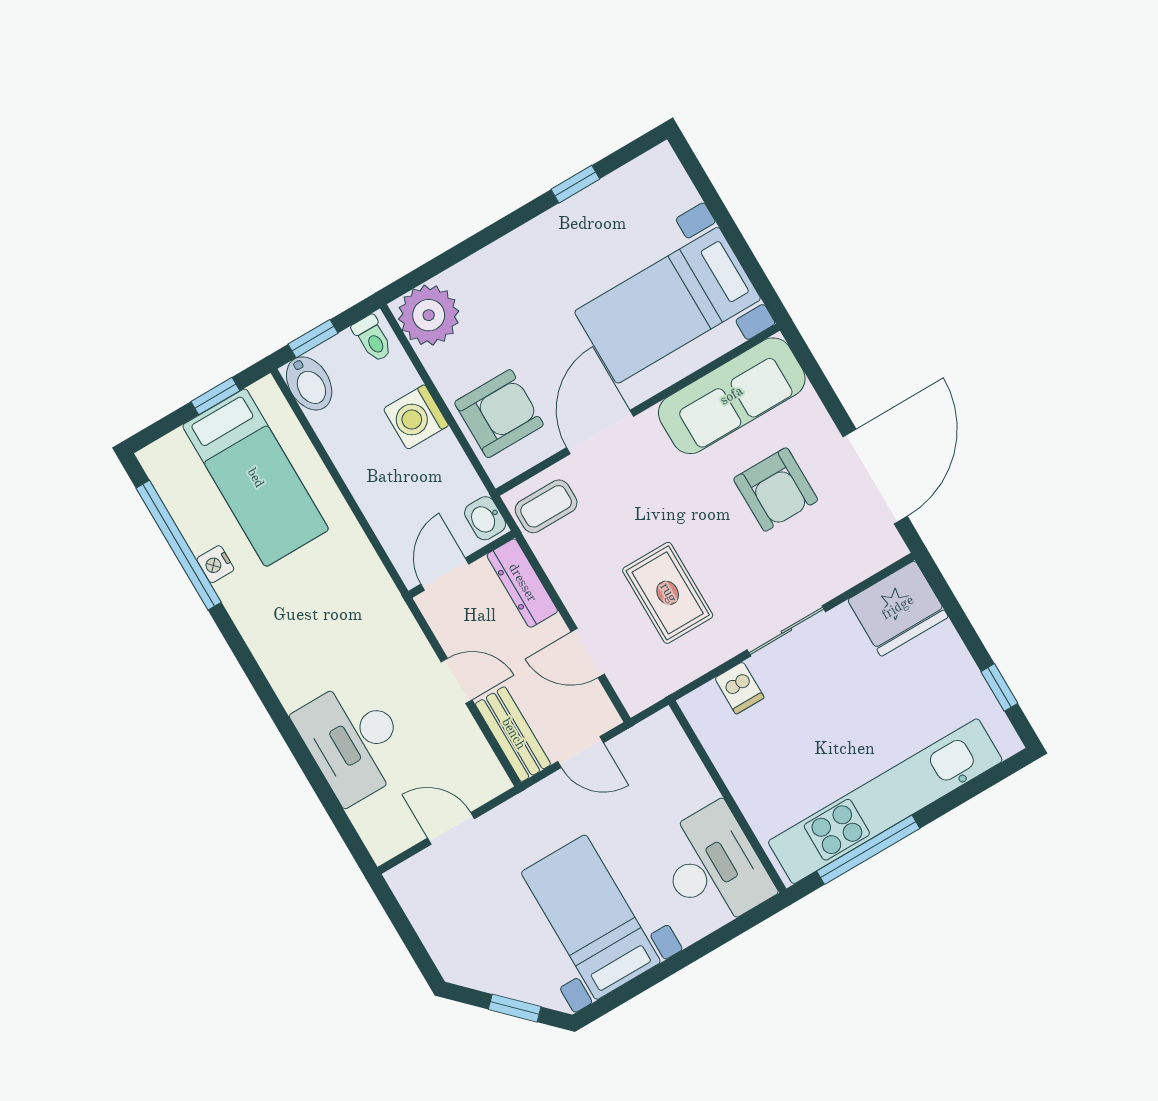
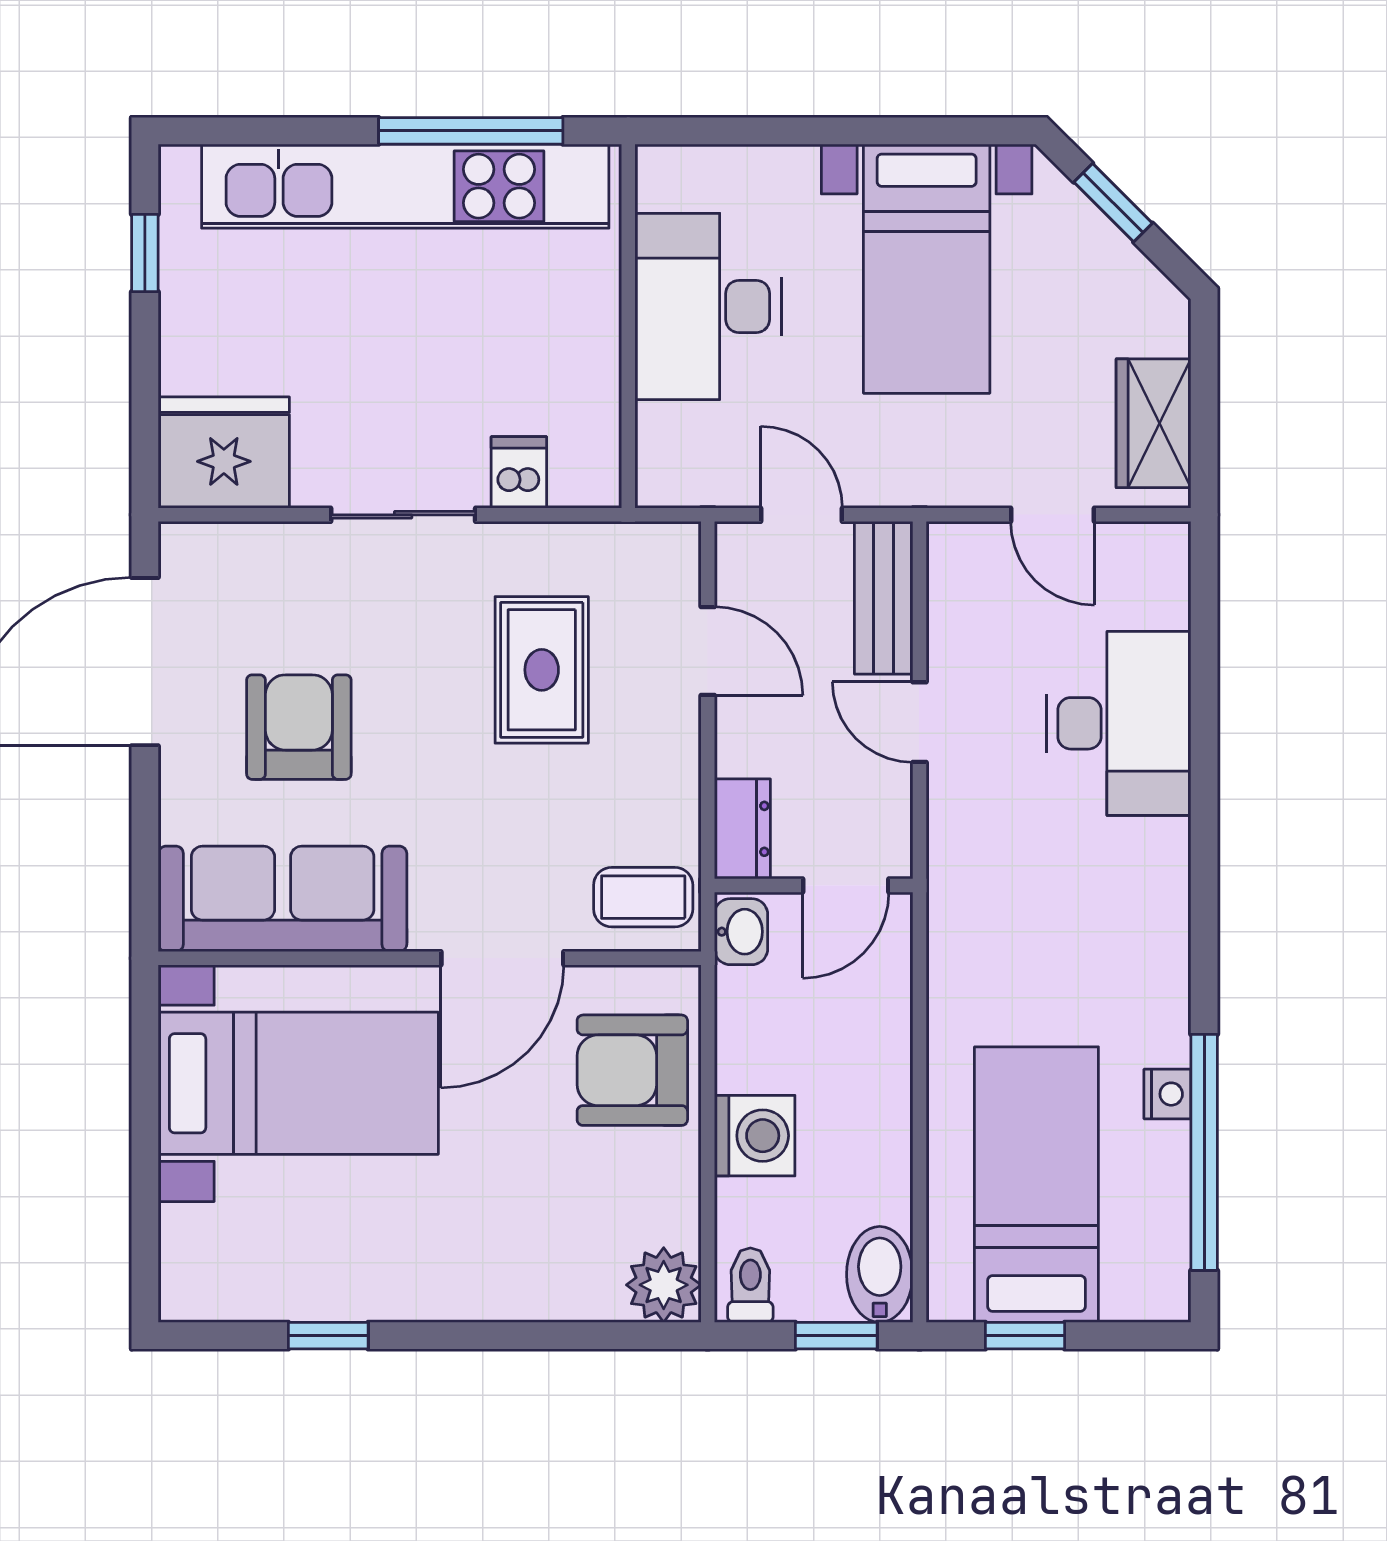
plant: (429, 315) -> (664, 1285), width x0.73, depth x0.73
dresser: (522, 583) -> (742, 829), width x0.70
desk: (713, 867) -> (708, 306), moved
wardrobe: (427, 906) -> (1154, 423), added

